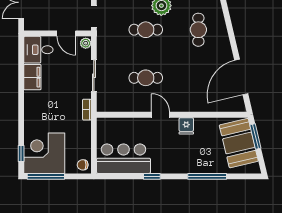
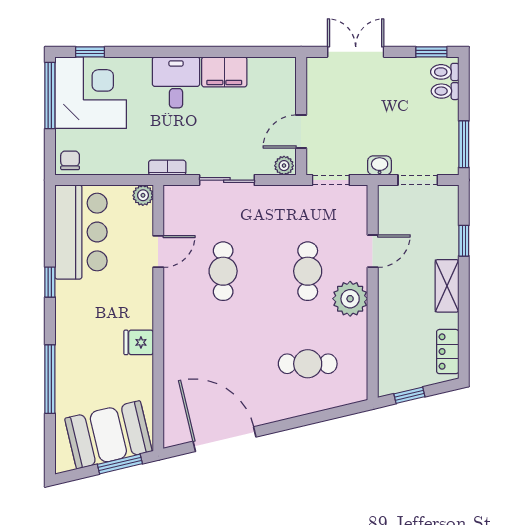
desk: (38, 50) -> (176, 82), moved
door: (161, 115) -> (158, 251), moved
plant: (103, 123) -> (143, 195), added

